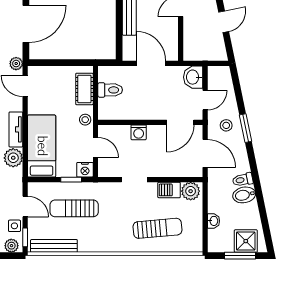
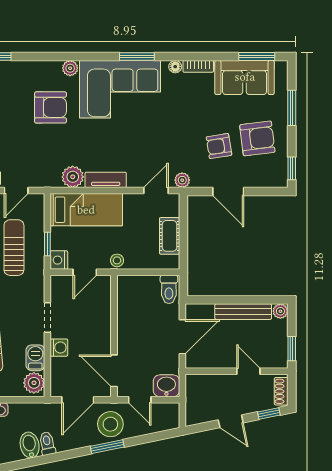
door: (26, 24) -> (228, 192), width x0.73
cot: (84, 89) -> (170, 236), moved, turned 90
toilet: (110, 90) -> (169, 289), moved
stool: (226, 125) -> (110, 424), width x1.89, depth x1.89
washing machine: (139, 132) -> (59, 348), moved, turned 180

